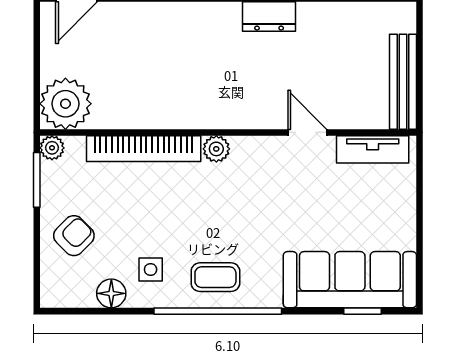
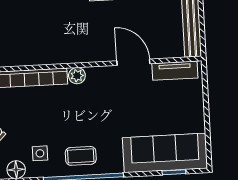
door: (307, 132) -> (133, 62), width x1.38

